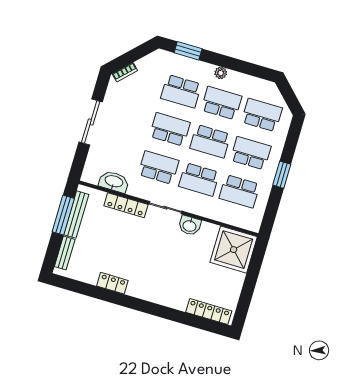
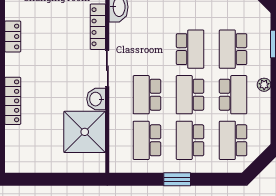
school desk: (262, 115) -> (233, 140), turned 180
school desk: (251, 153) -> (190, 140), turned 180
school desk: (159, 168) -> (147, 49), removed
shower: (234, 250) -> (85, 132), moved
locker: (209, 312) -> (13, 101), moved

